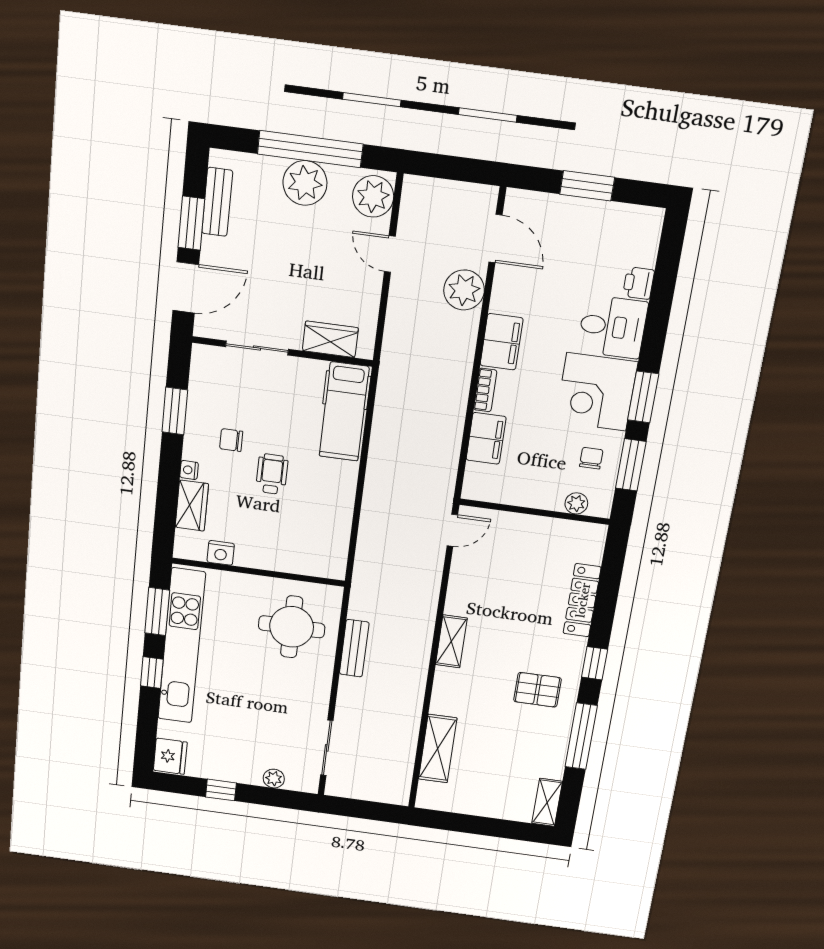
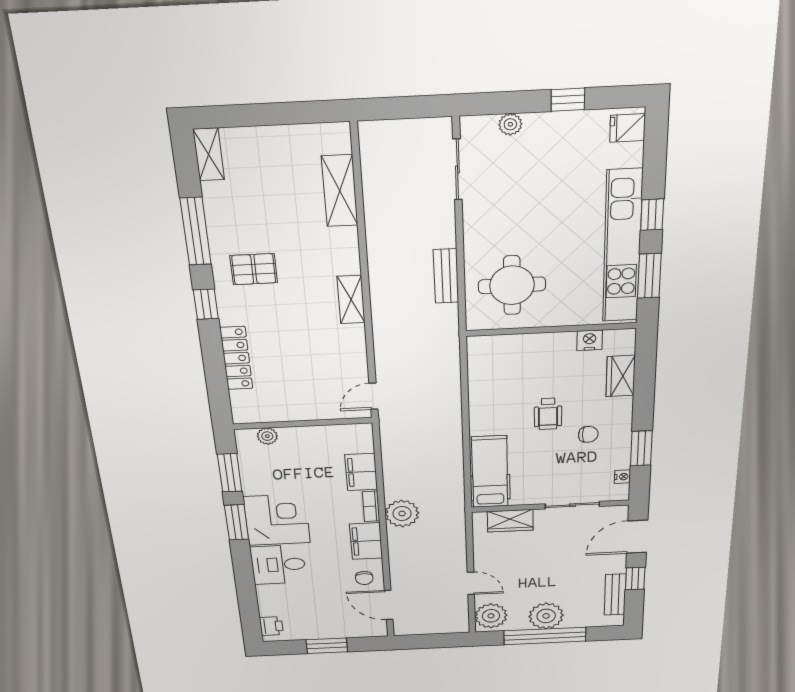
window: (191, 223) -> (635, 579), width x0.67
printer: (638, 283) -> (271, 626), moved
plant: (464, 290) -> (402, 513), moved
chair: (591, 458) -> (364, 578), moved
nightstand: (189, 470) -> (622, 477), moved
fridge: (170, 756) -> (628, 128), width x0.72

